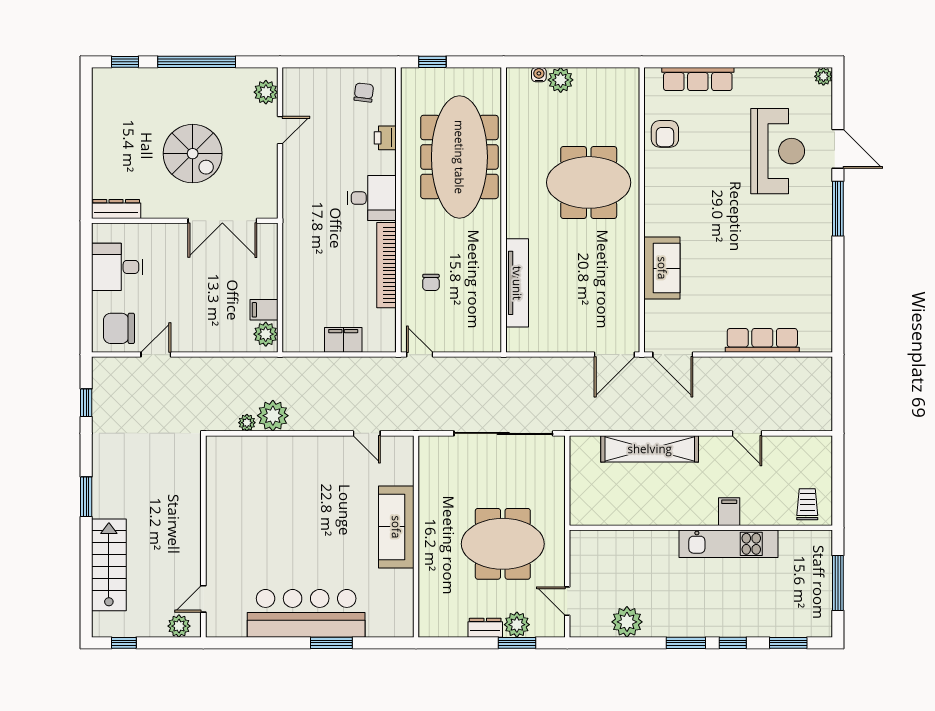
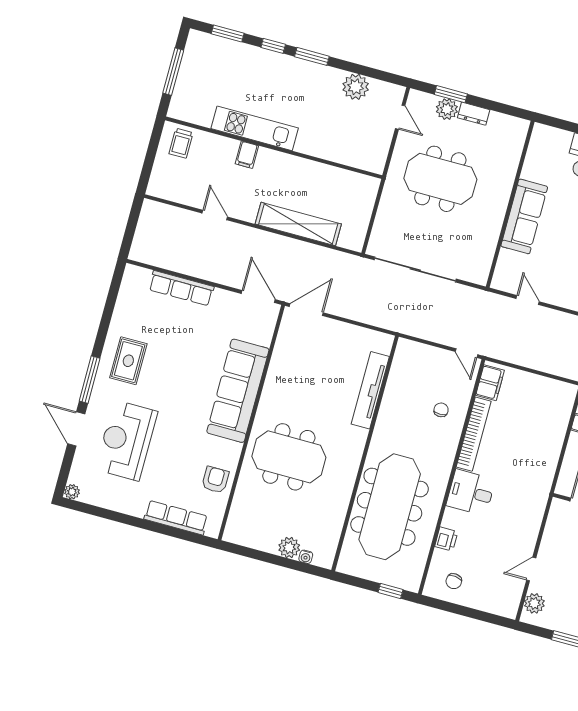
rug: (800, 242) -> (128, 361), added
sofa: (662, 268) -> (238, 391), width x1.85, depth x1.27
filing cabinet: (343, 340) -> (490, 383), moved, turned -90

